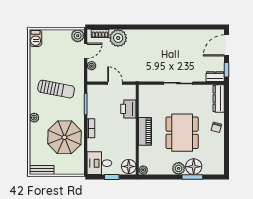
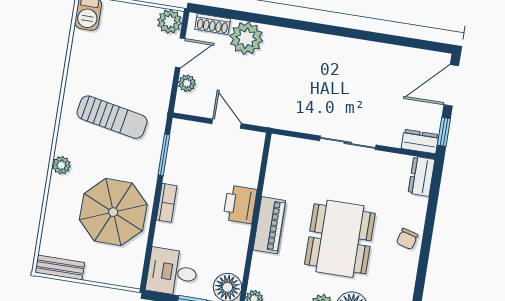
dresser: (219, 99) -> (421, 176), width x0.70
printer: (128, 109) -> (240, 204), moved

